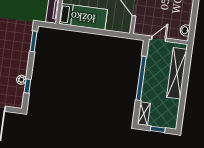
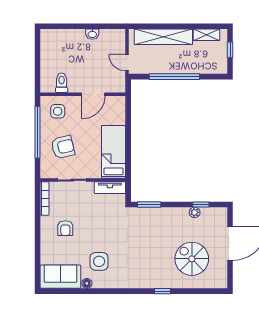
washbasin: (185, 30) -> (92, 34), moved
shelving: (144, 114) -> (206, 35), moved

